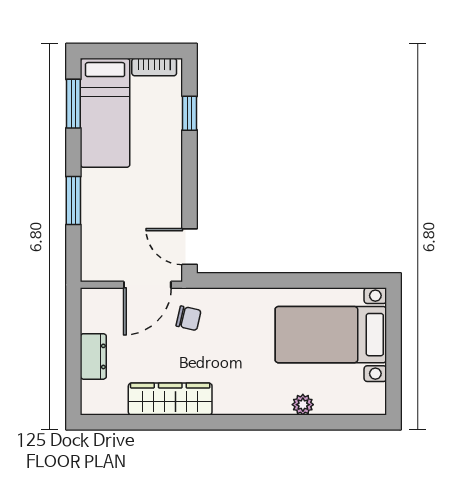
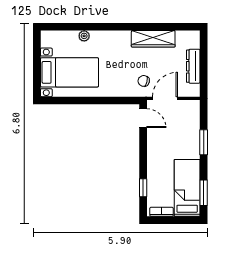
dresser: (93, 356) -> (193, 66), width x1.44

